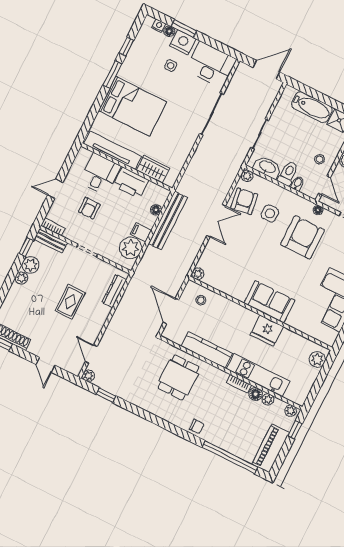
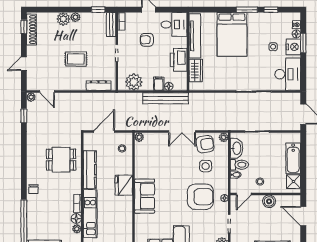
desk: (100, 174) -> (174, 24), moved
filing cabinet: (141, 232) -> (159, 84), moved
plant: (31, 265) -> (63, 19), moved
fridge: (267, 331) -> (124, 185), moved
door: (91, 354) -> (47, 92), swing flipped

